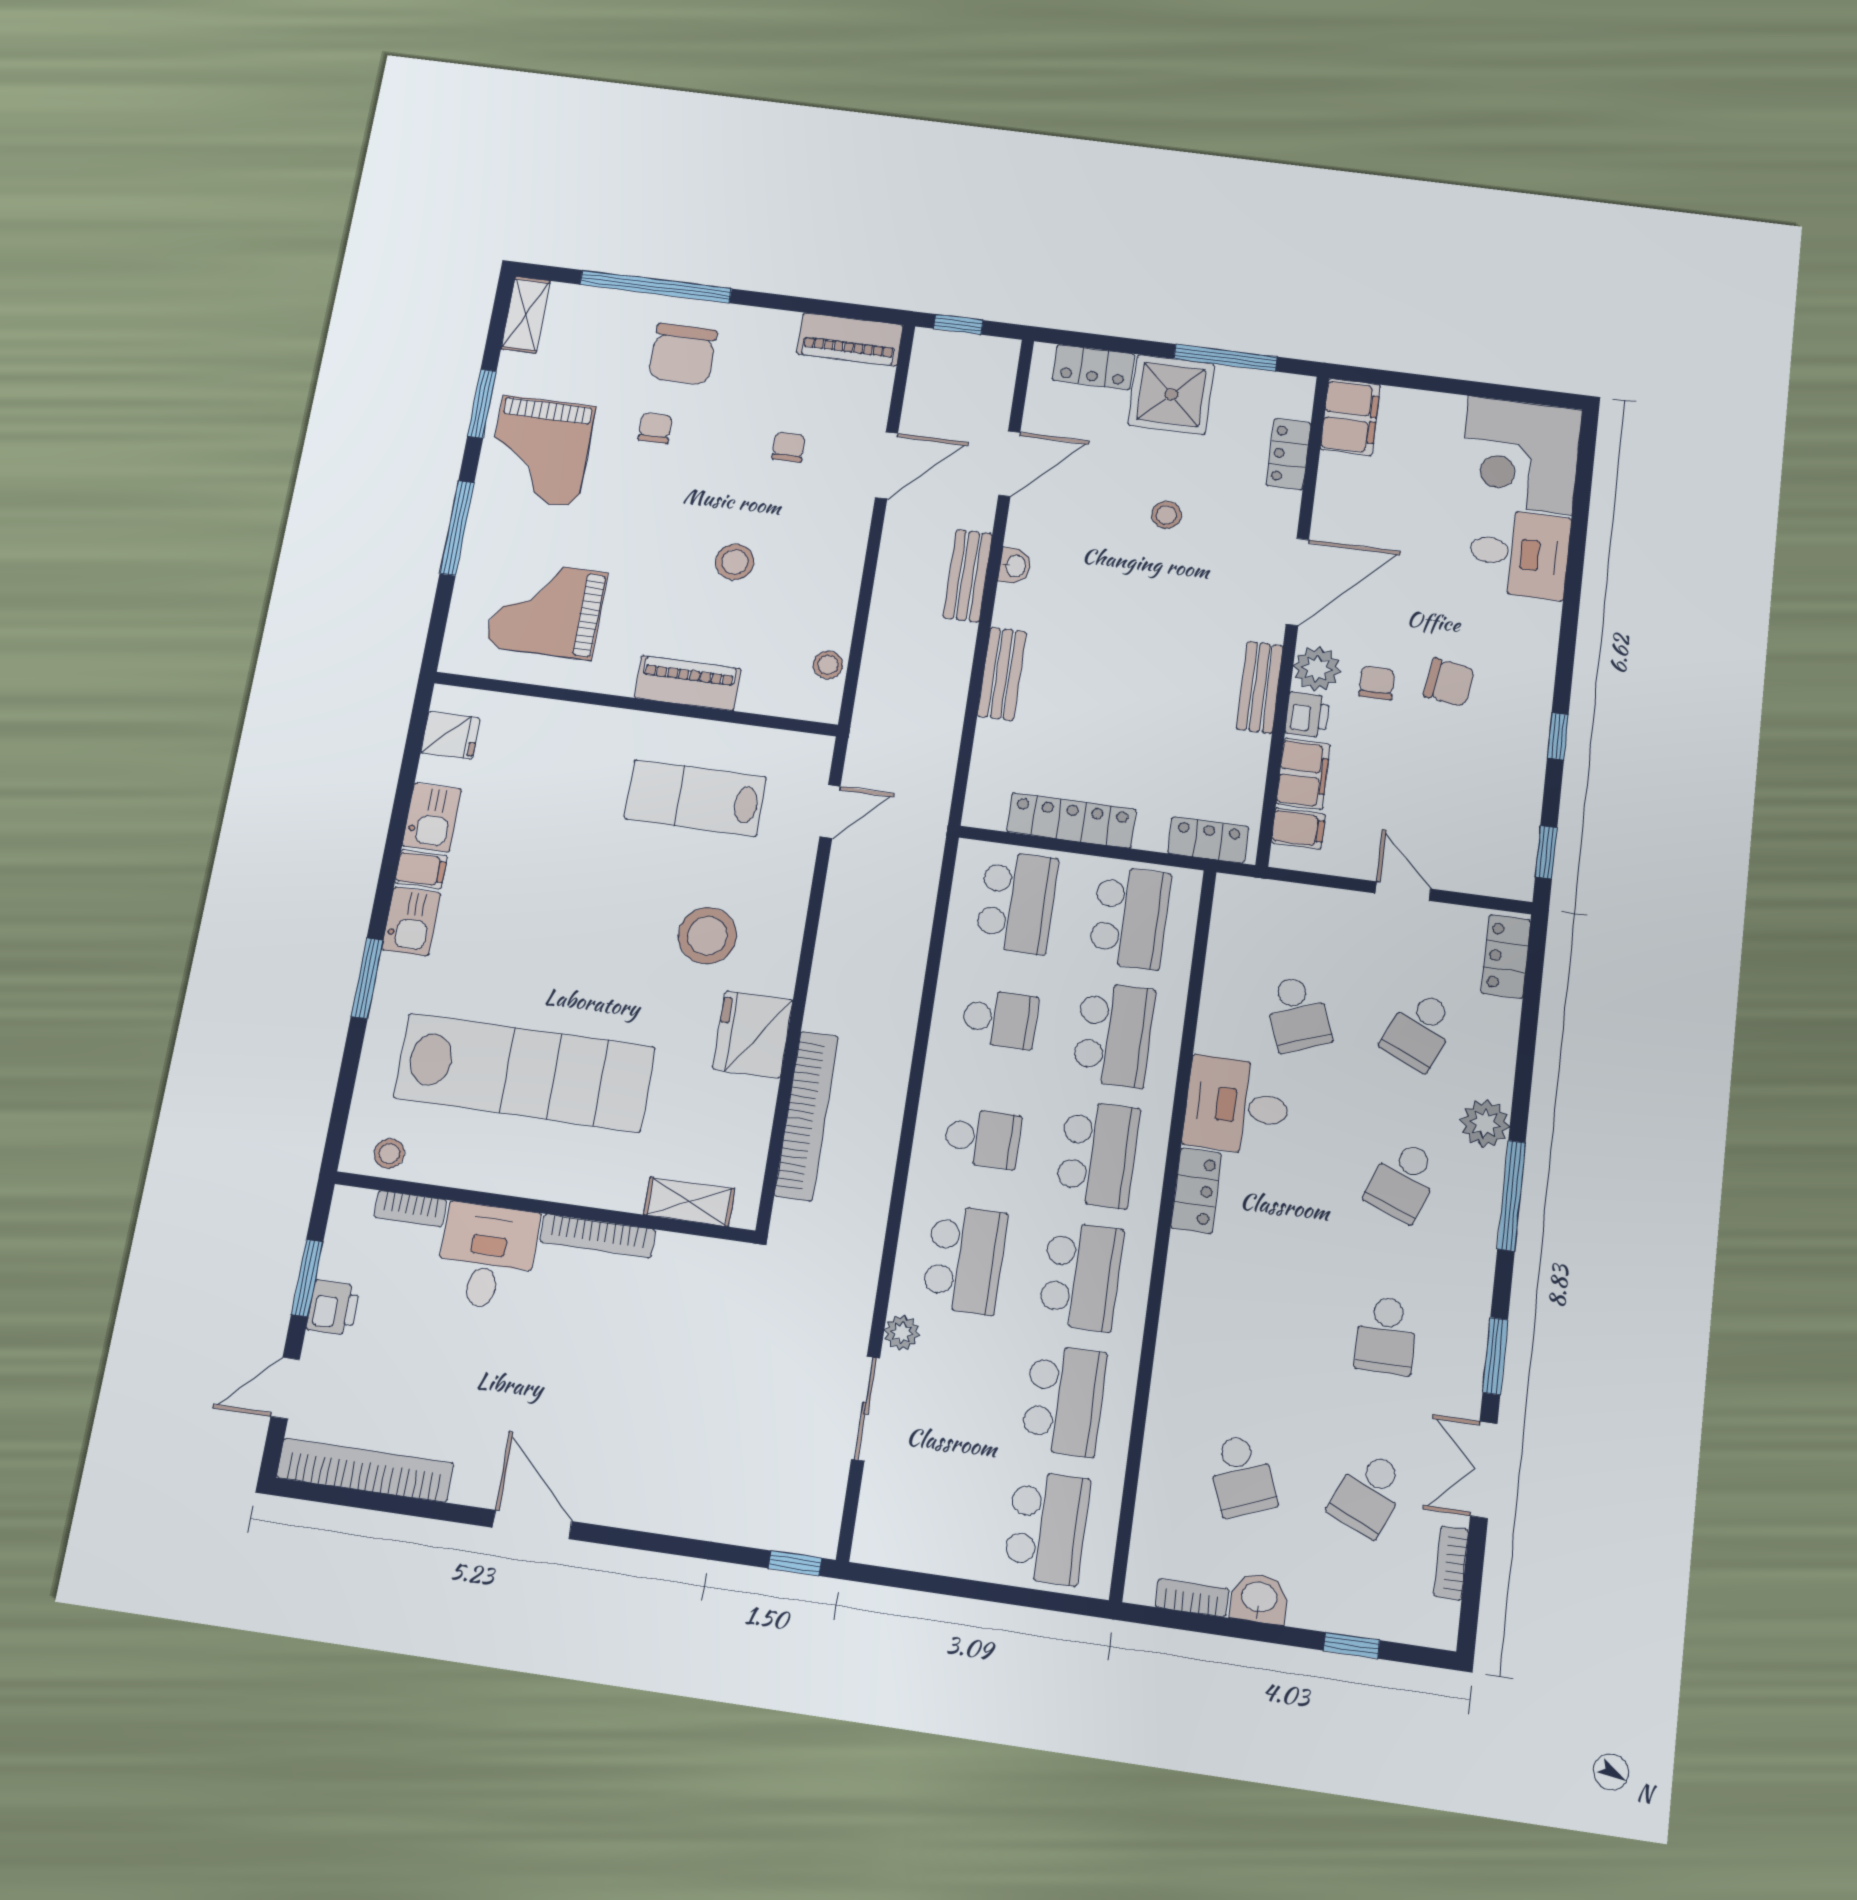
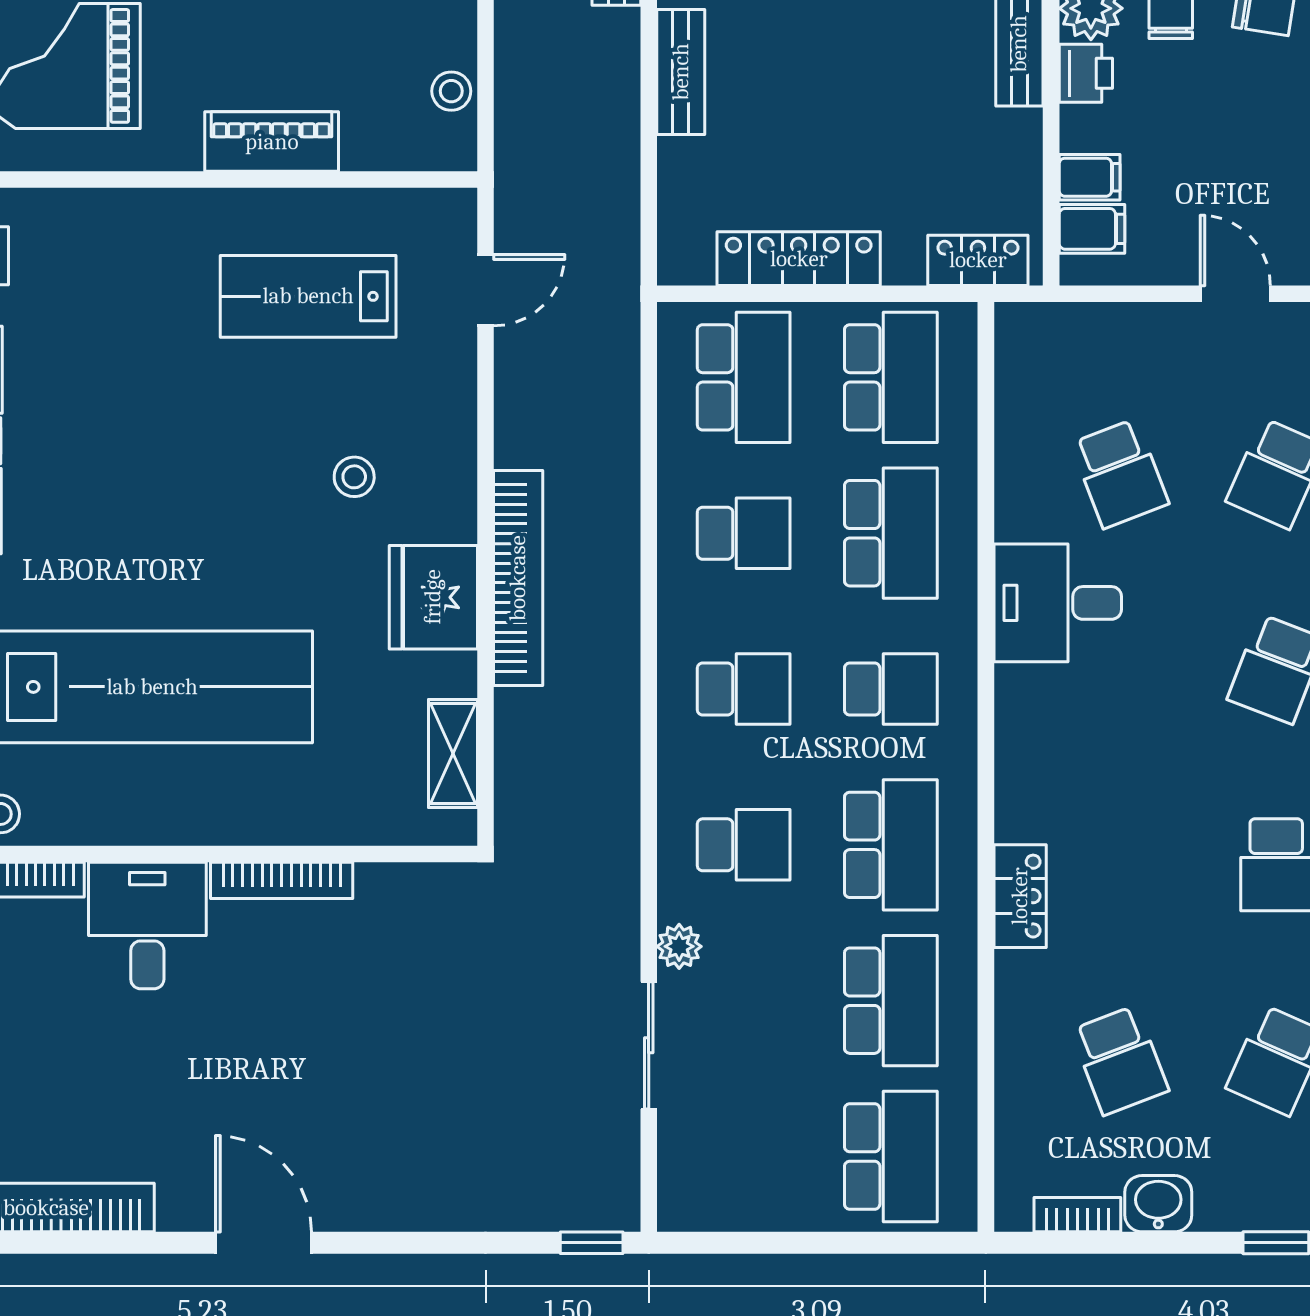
filing cabinet: (1303, 774) -> (1090, 177), width x0.50
stool: (707, 936) -> (354, 477), width x0.53, depth x0.53
bookcase: (806, 1116) -> (518, 578), moved
school desk: (1098, 1154) -> (891, 689), width x0.54
locker: (1196, 1191) -> (1020, 896), moved
shelving: (689, 1202) -> (453, 754), moved, turned 90
school desk: (965, 1260) -> (744, 845), width x0.54

